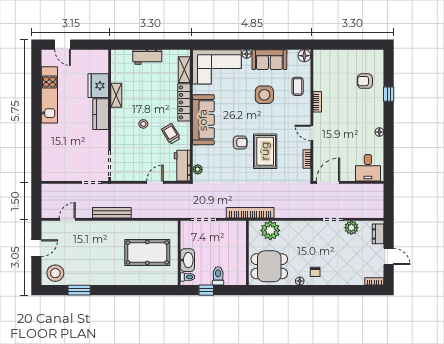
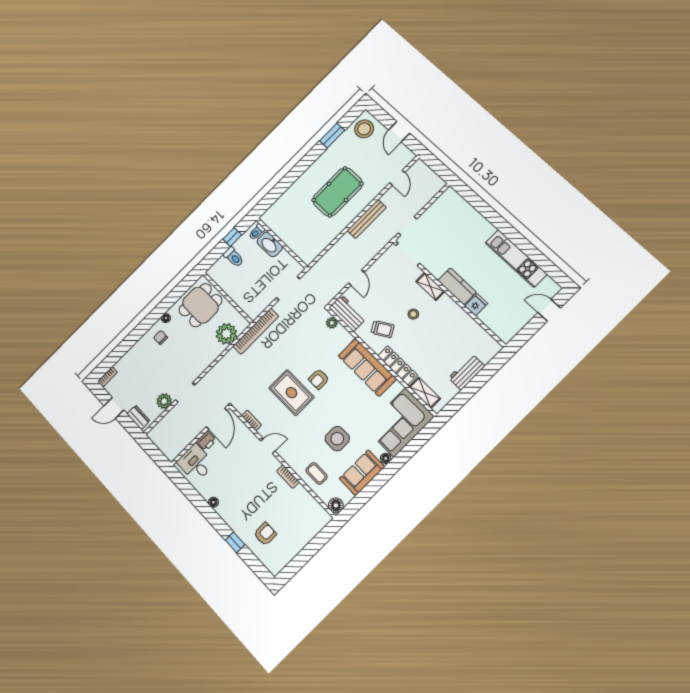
fridge: (98, 86) -> (476, 305), width x0.53, depth x0.75
shelving: (116, 95) -> (430, 286), moved
printer: (348, 175) -> (206, 441), added
pool table: (147, 252) -> (338, 192), moved

